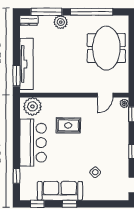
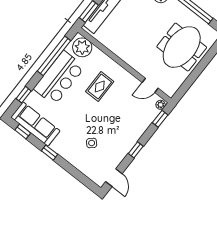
rug: (68, 125) -> (100, 86), turned 90
window: (16, 129) -> (54, 56), added
sofa: (60, 191) -> (35, 124), moved

